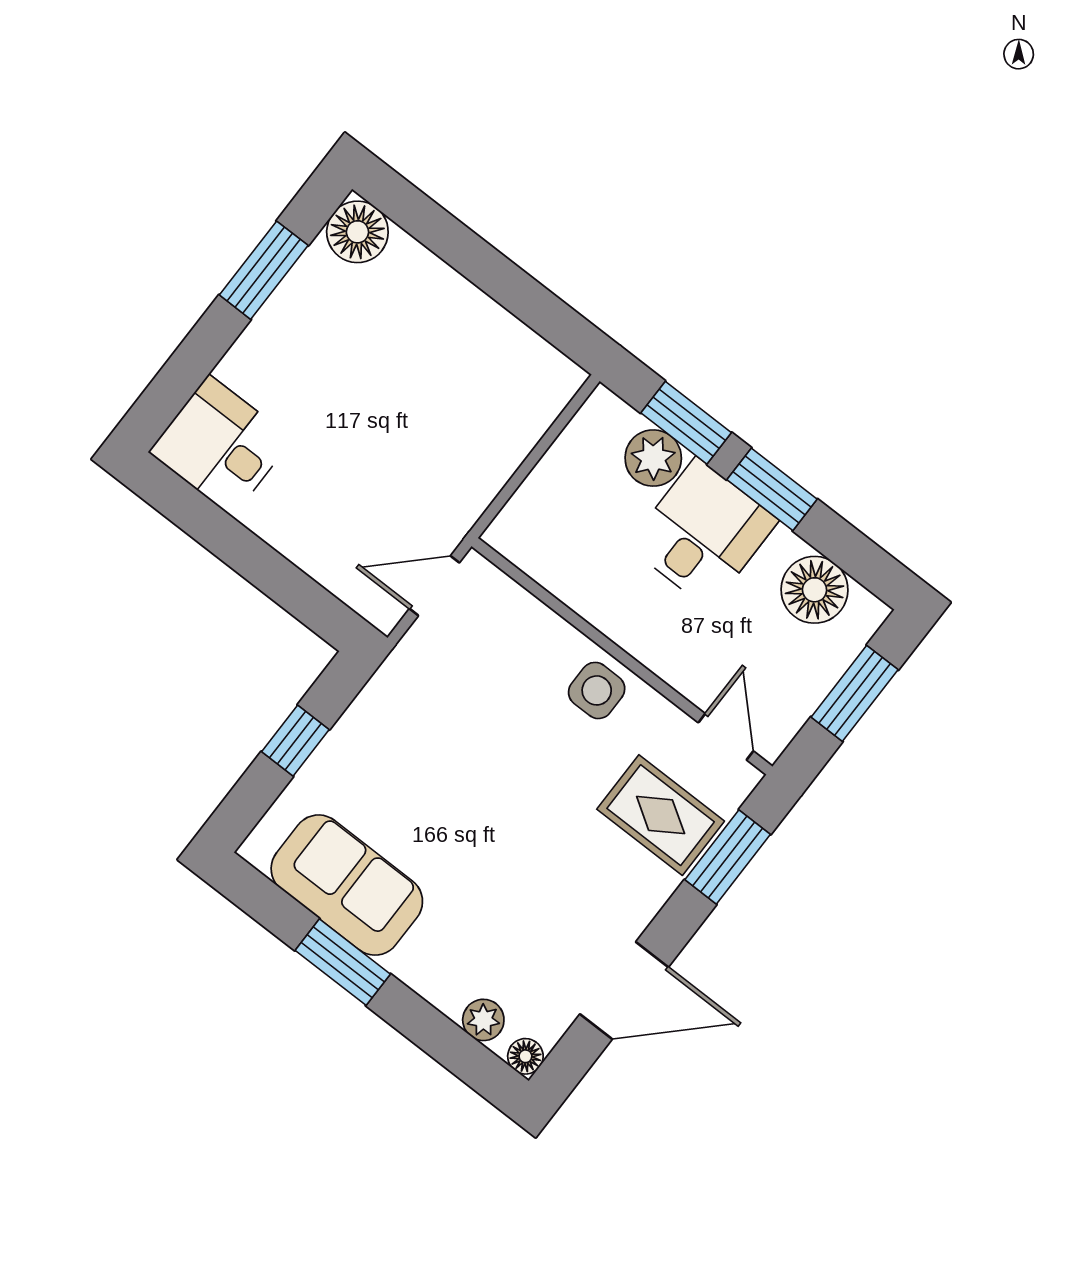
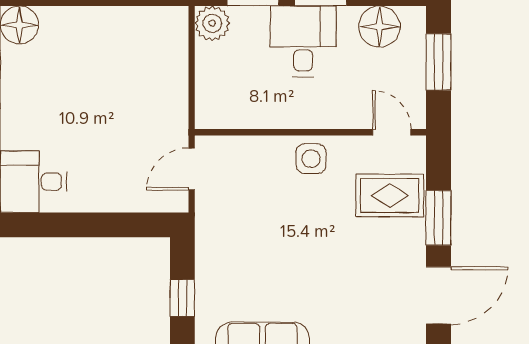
plant: (653, 458) -> (212, 23), moved
window: (728, 857) -> (438, 218), moved

